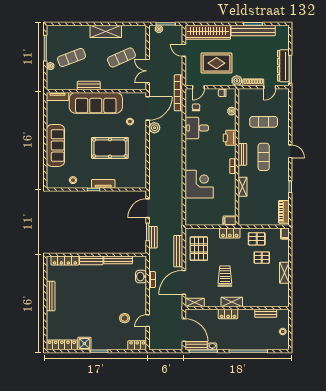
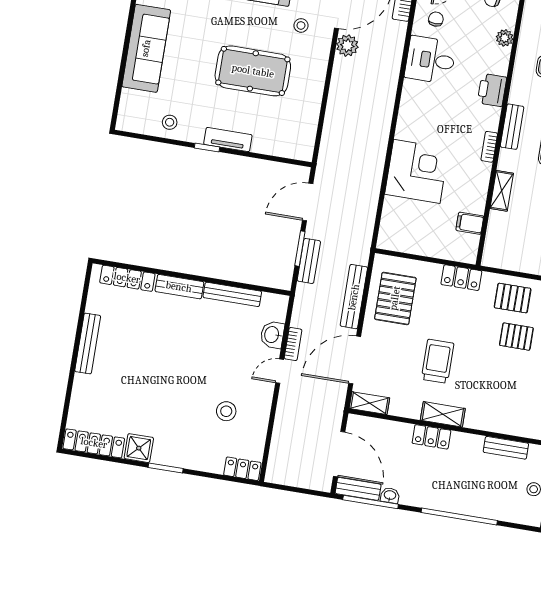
filing cabinet: (229, 221) -> (470, 223), moved
door: (148, 321) -> (280, 371), moved

